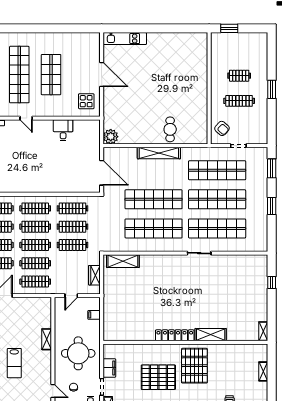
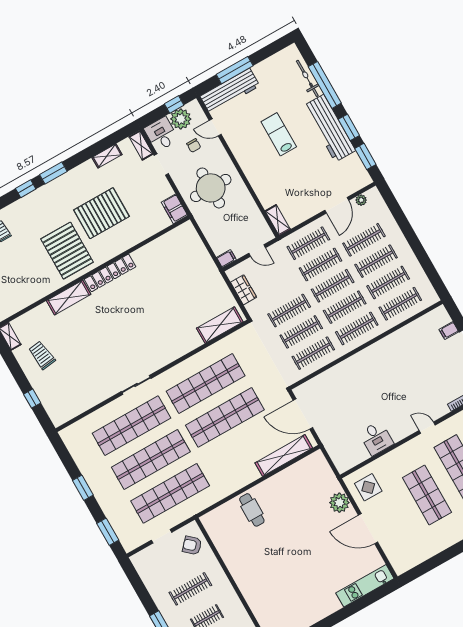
plant: (111, 137) -> (339, 503), moved
shelving: (159, 153) -> (284, 455), moved
door: (71, 296) -> (257, 251), swing flipped
trolley: (249, 307) -> (42, 355), added
filing cabinet: (94, 315) -> (226, 259), moved
shelving: (47, 339) -> (278, 220), moved
filing cabinet: (109, 368) -> (174, 209), moved

